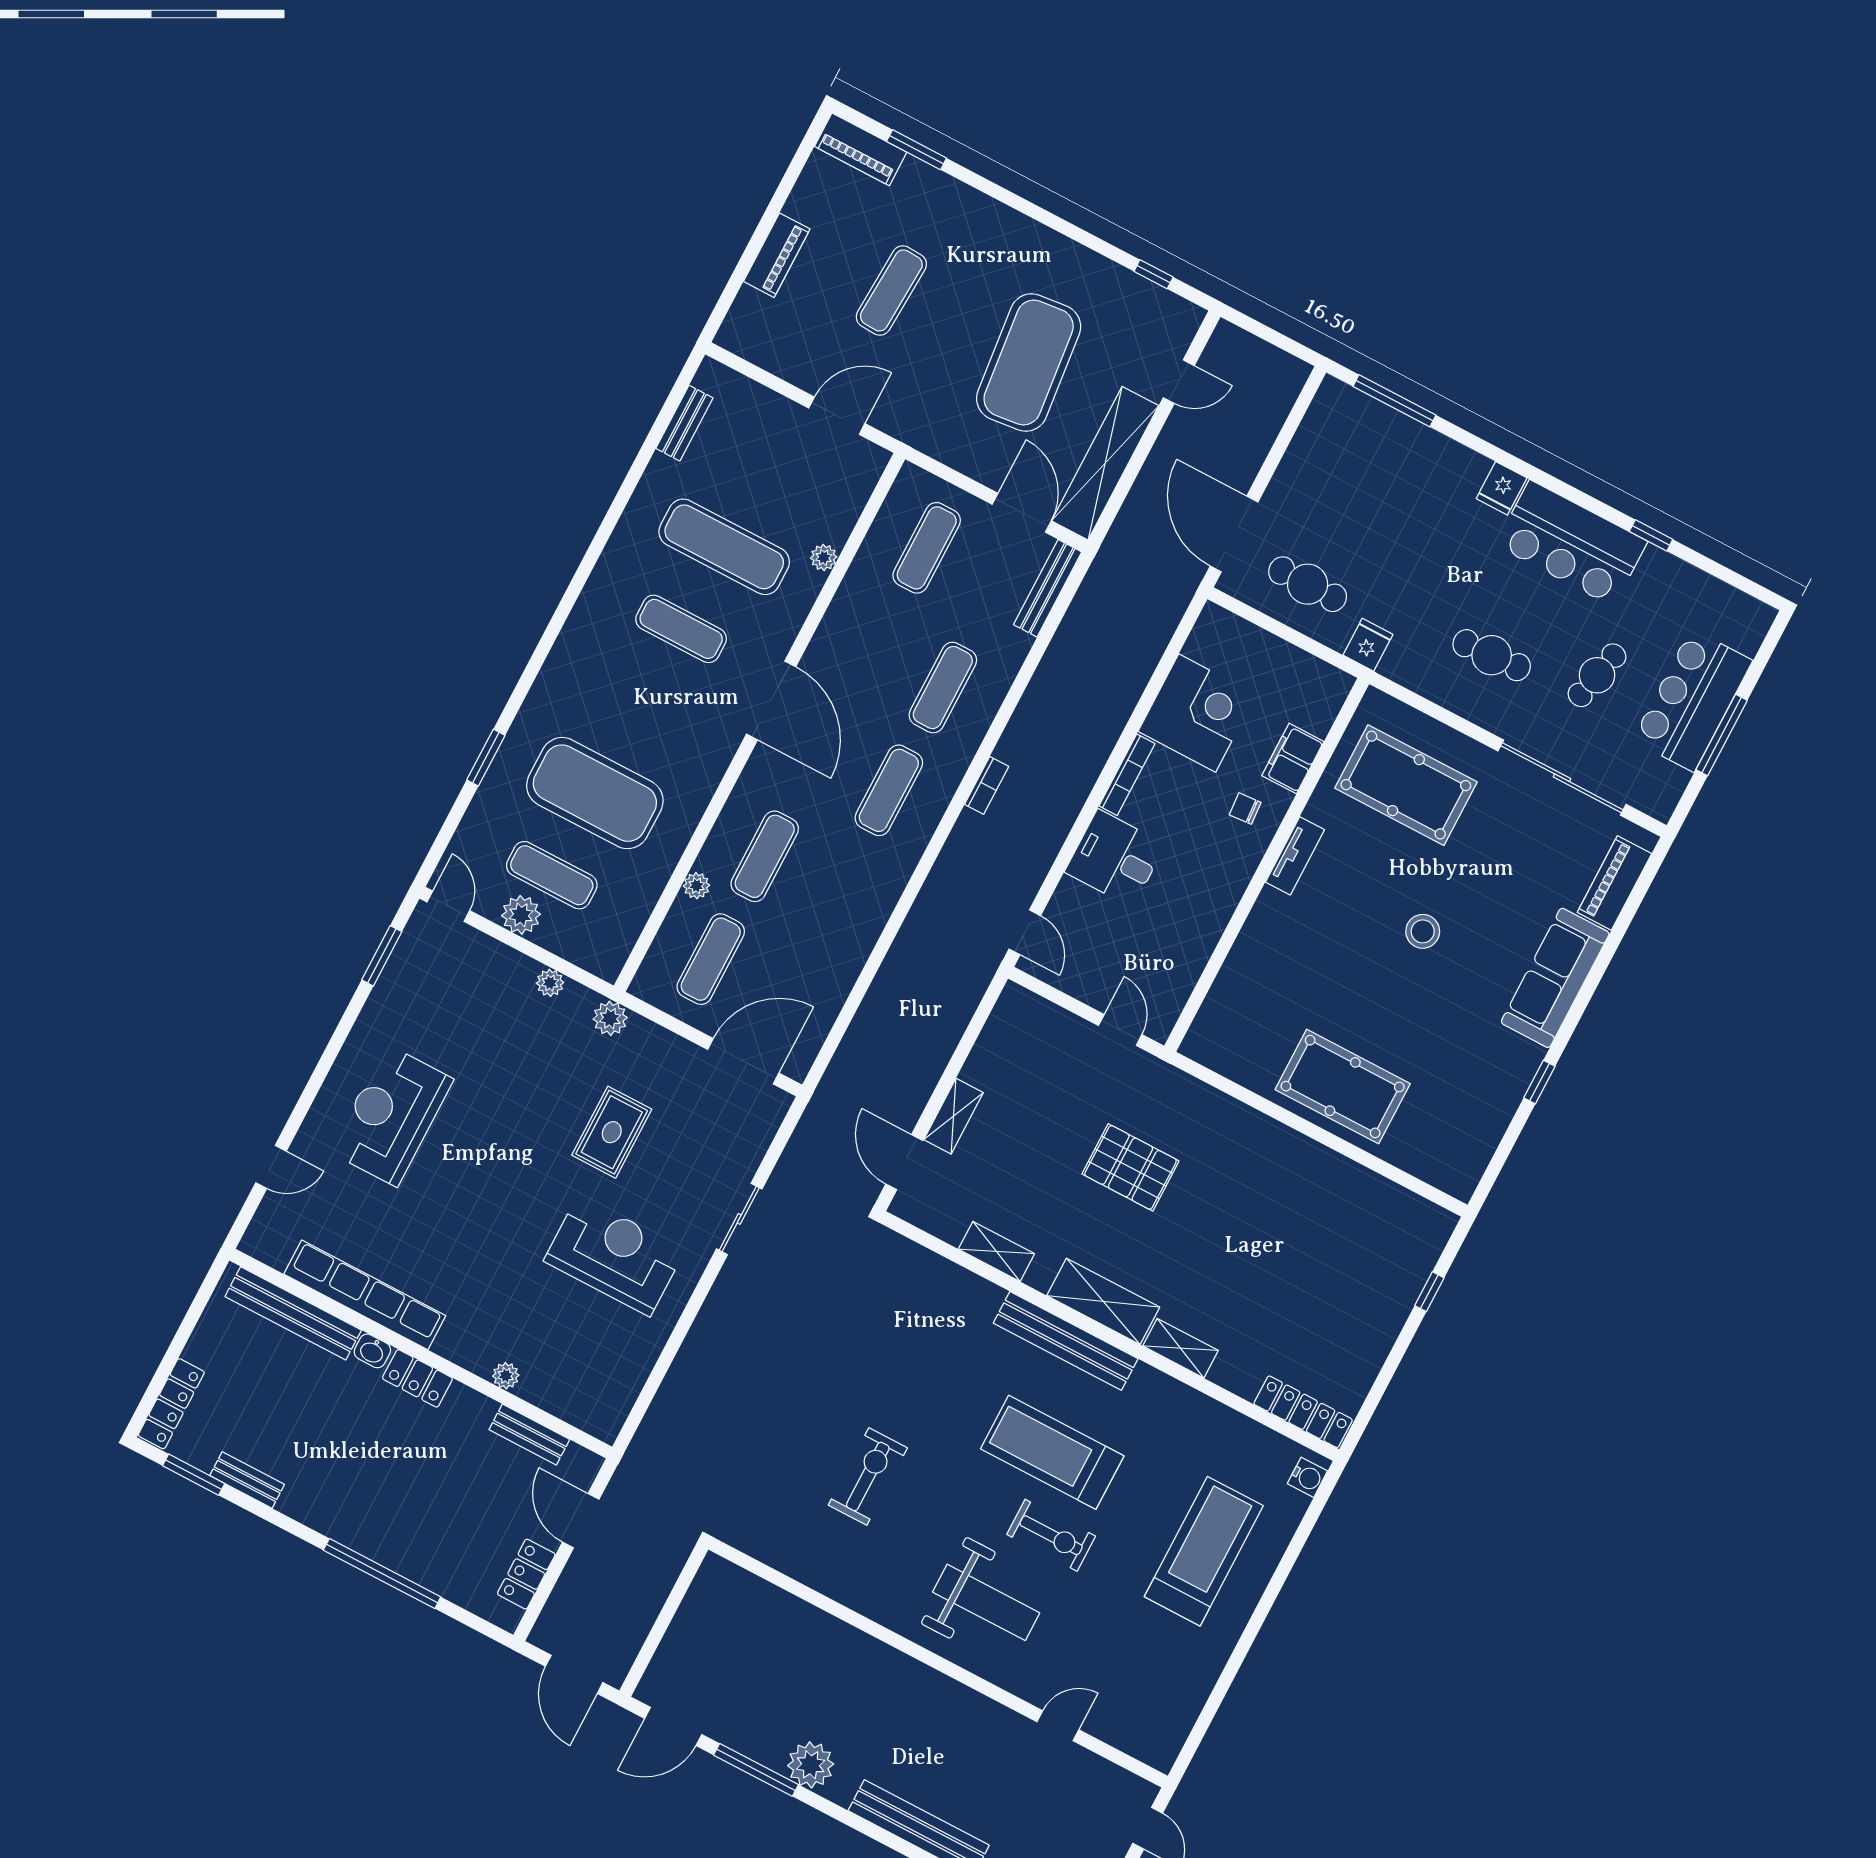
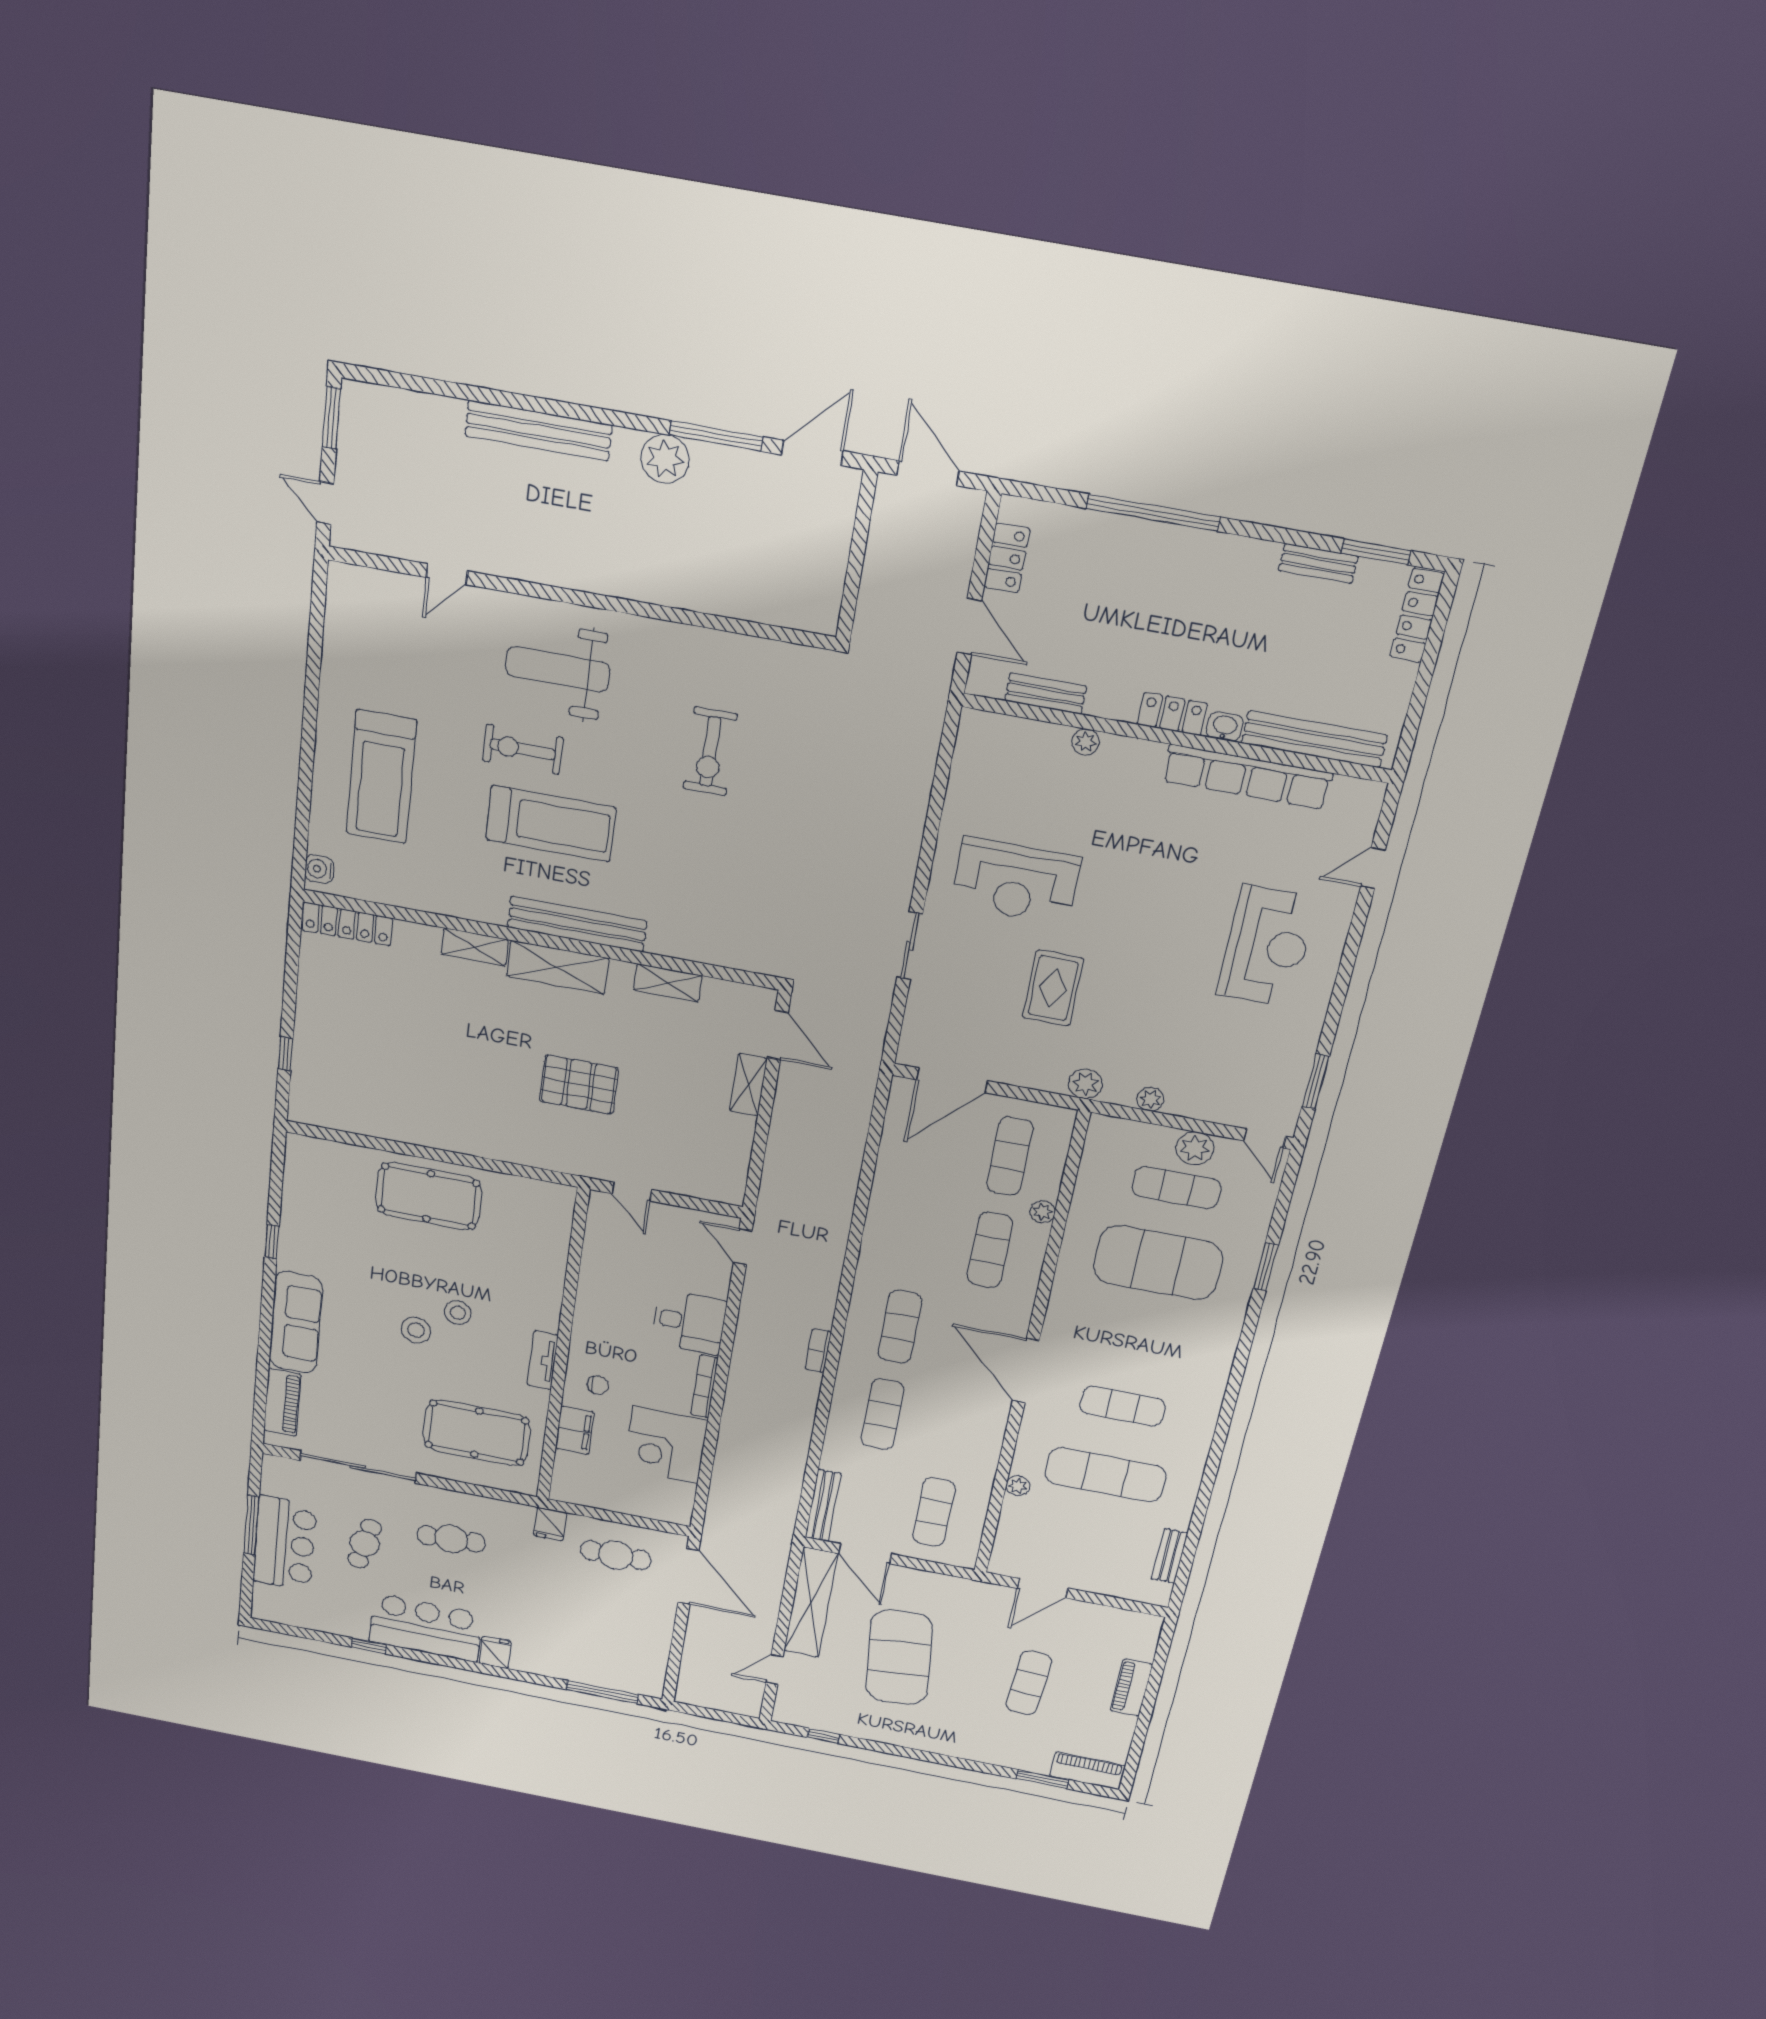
stool: (1367, 940) -> (458, 1313), added

